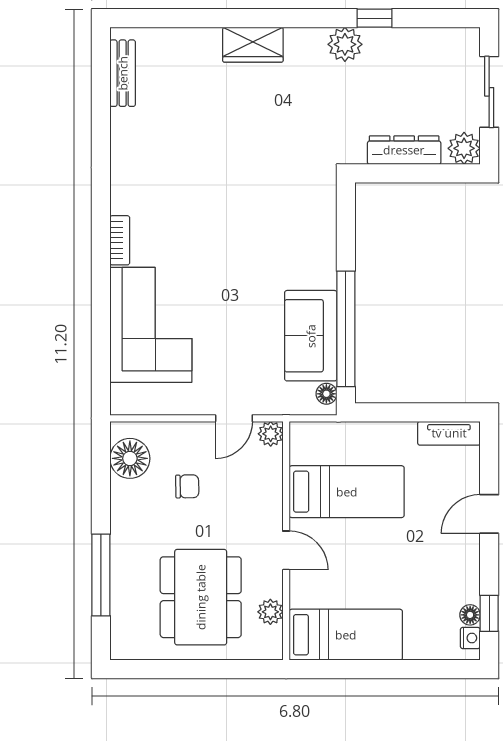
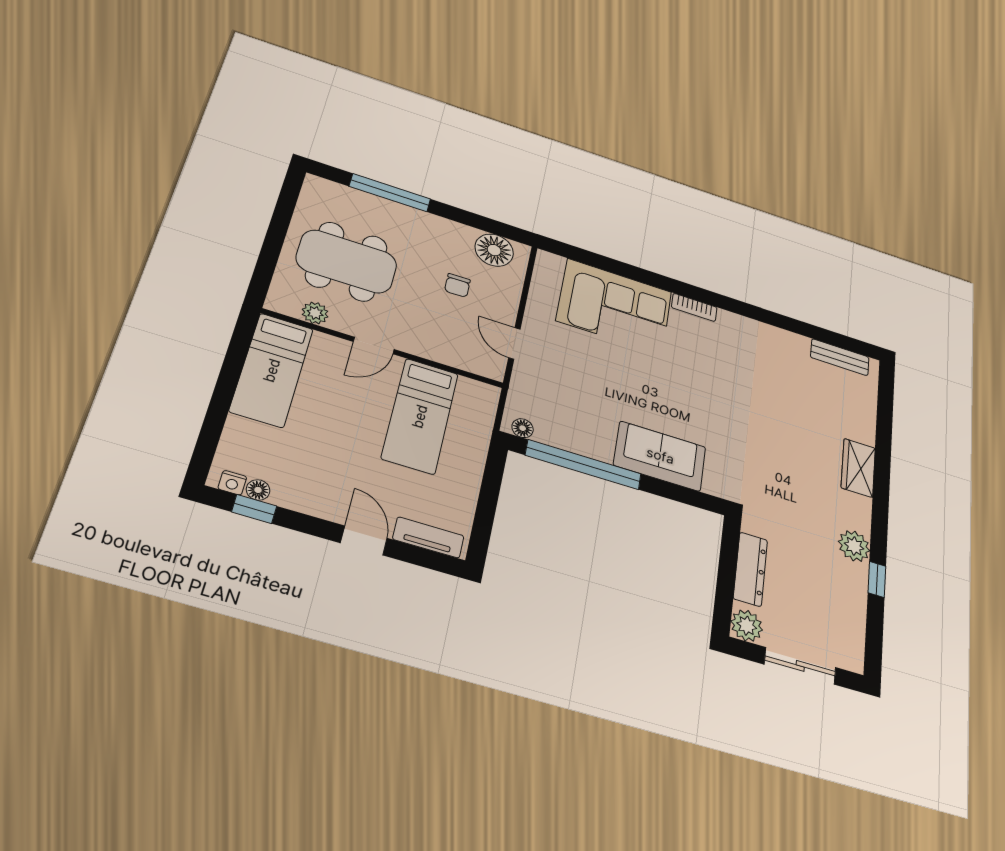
sofa: (311, 336) -> (660, 456), moved
tv unit: (449, 433) -> (428, 537), moved, turned 90
plant: (271, 434) -> (493, 369), removed

